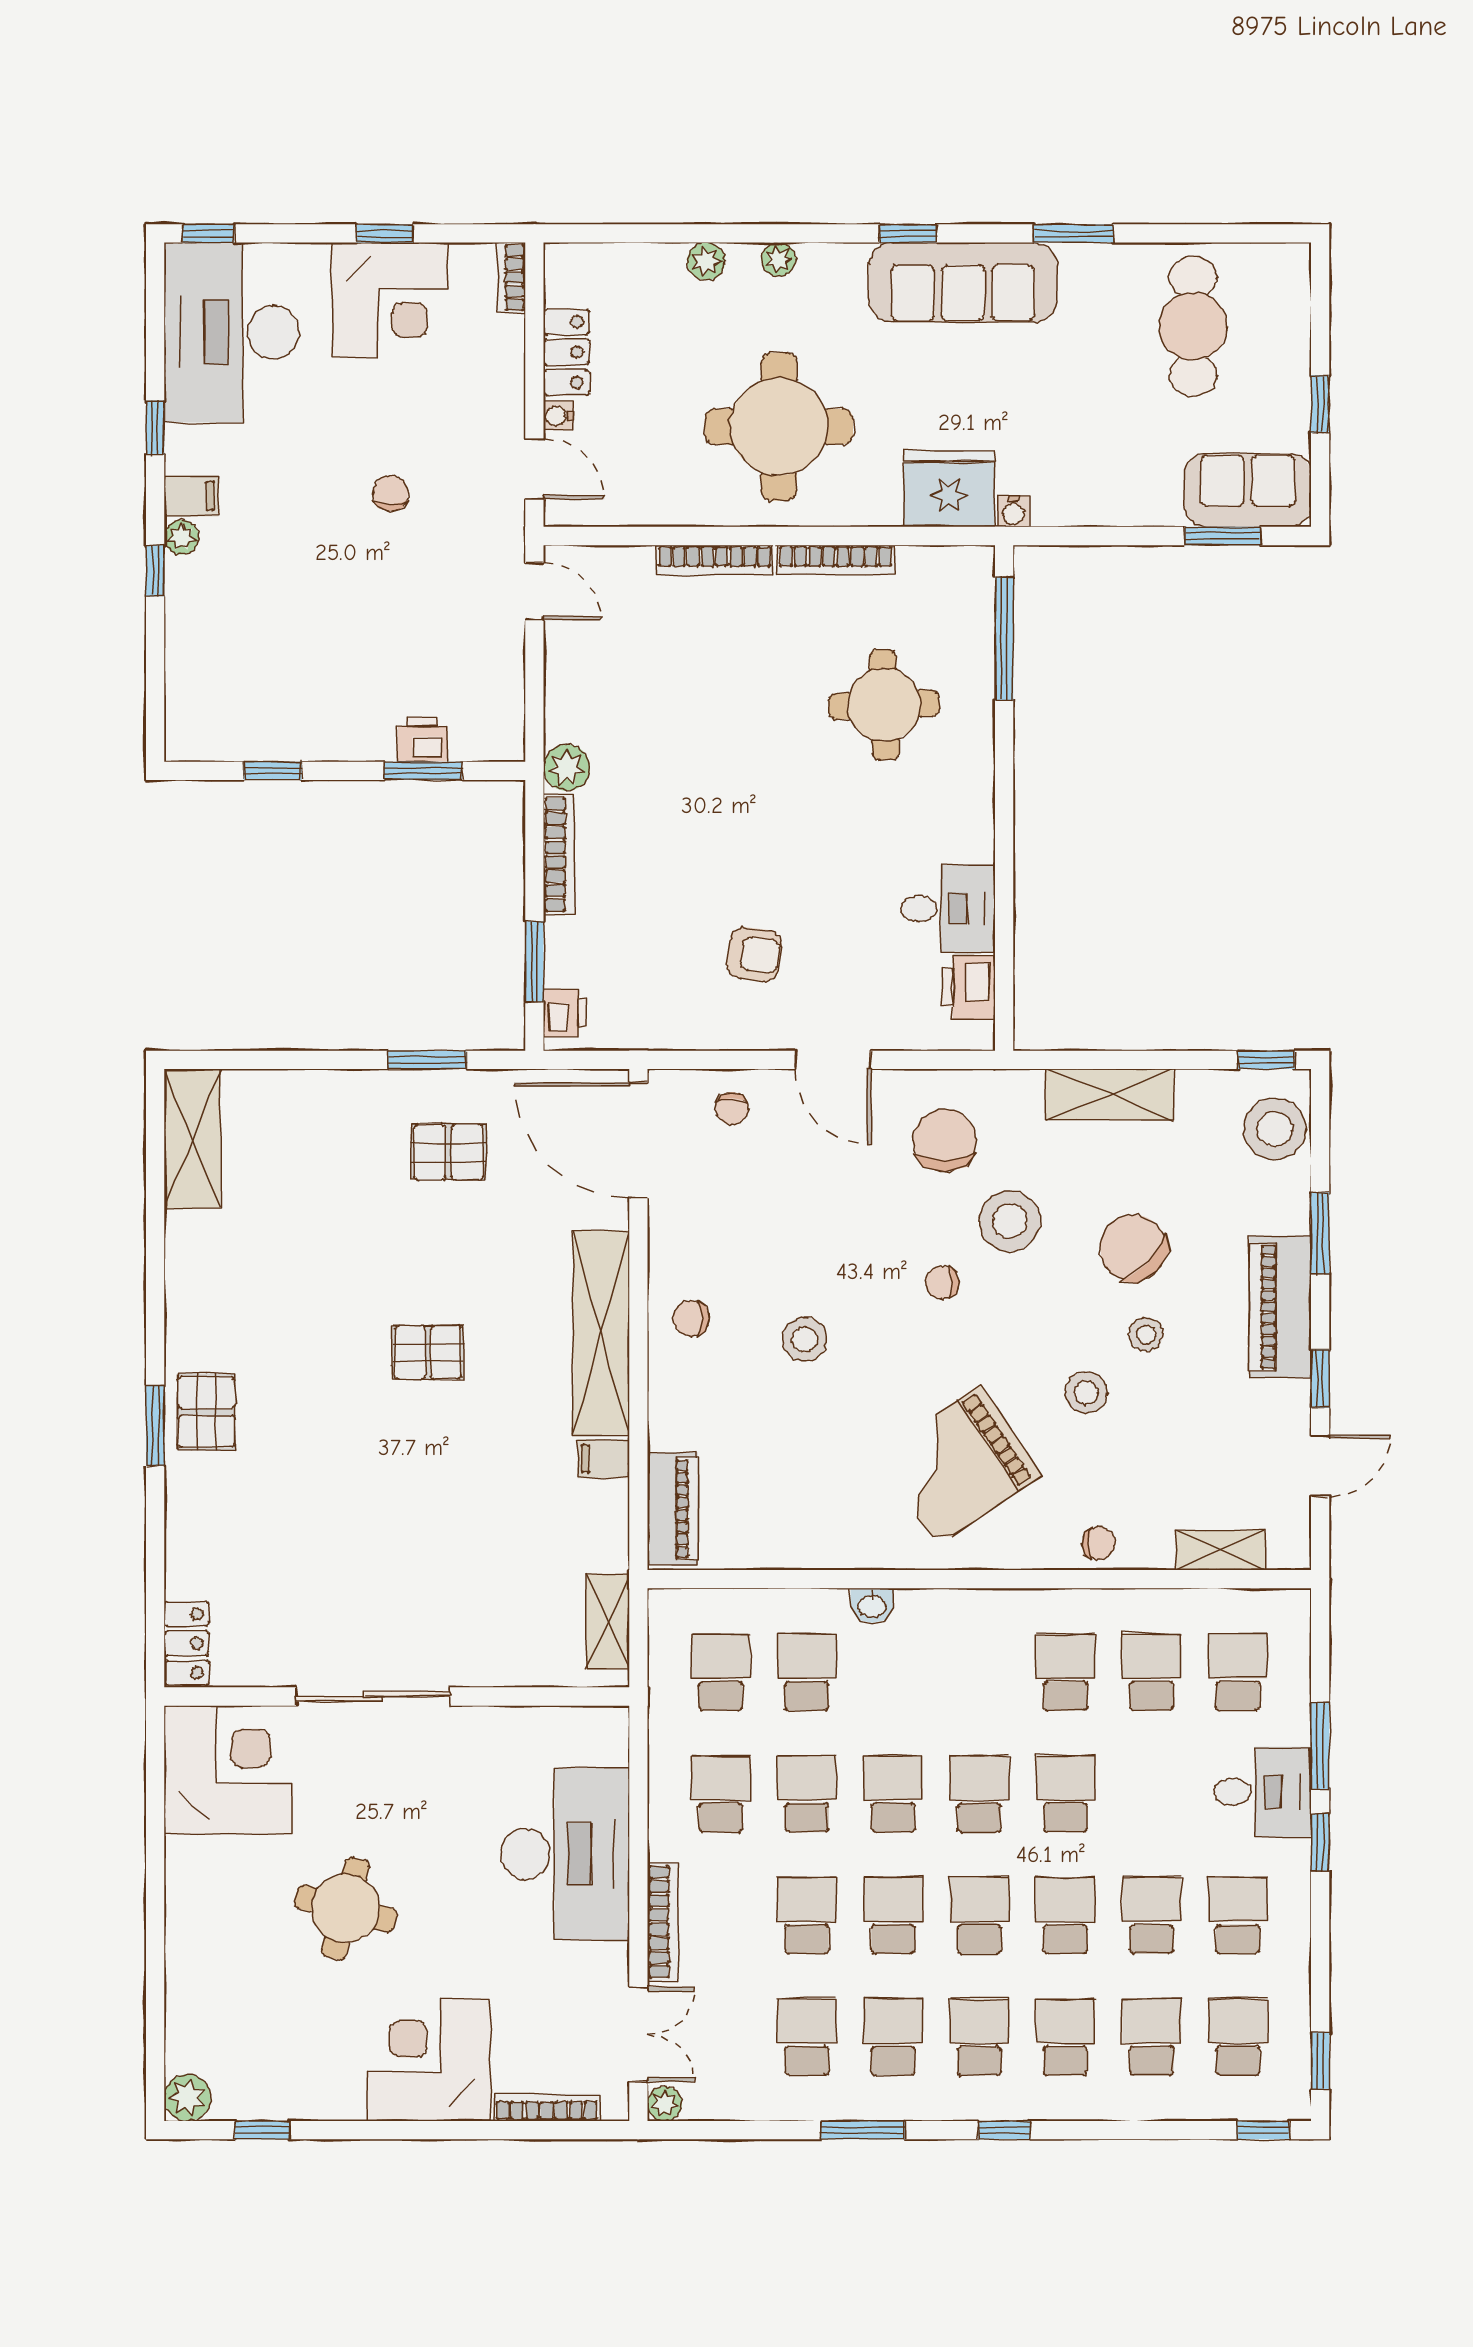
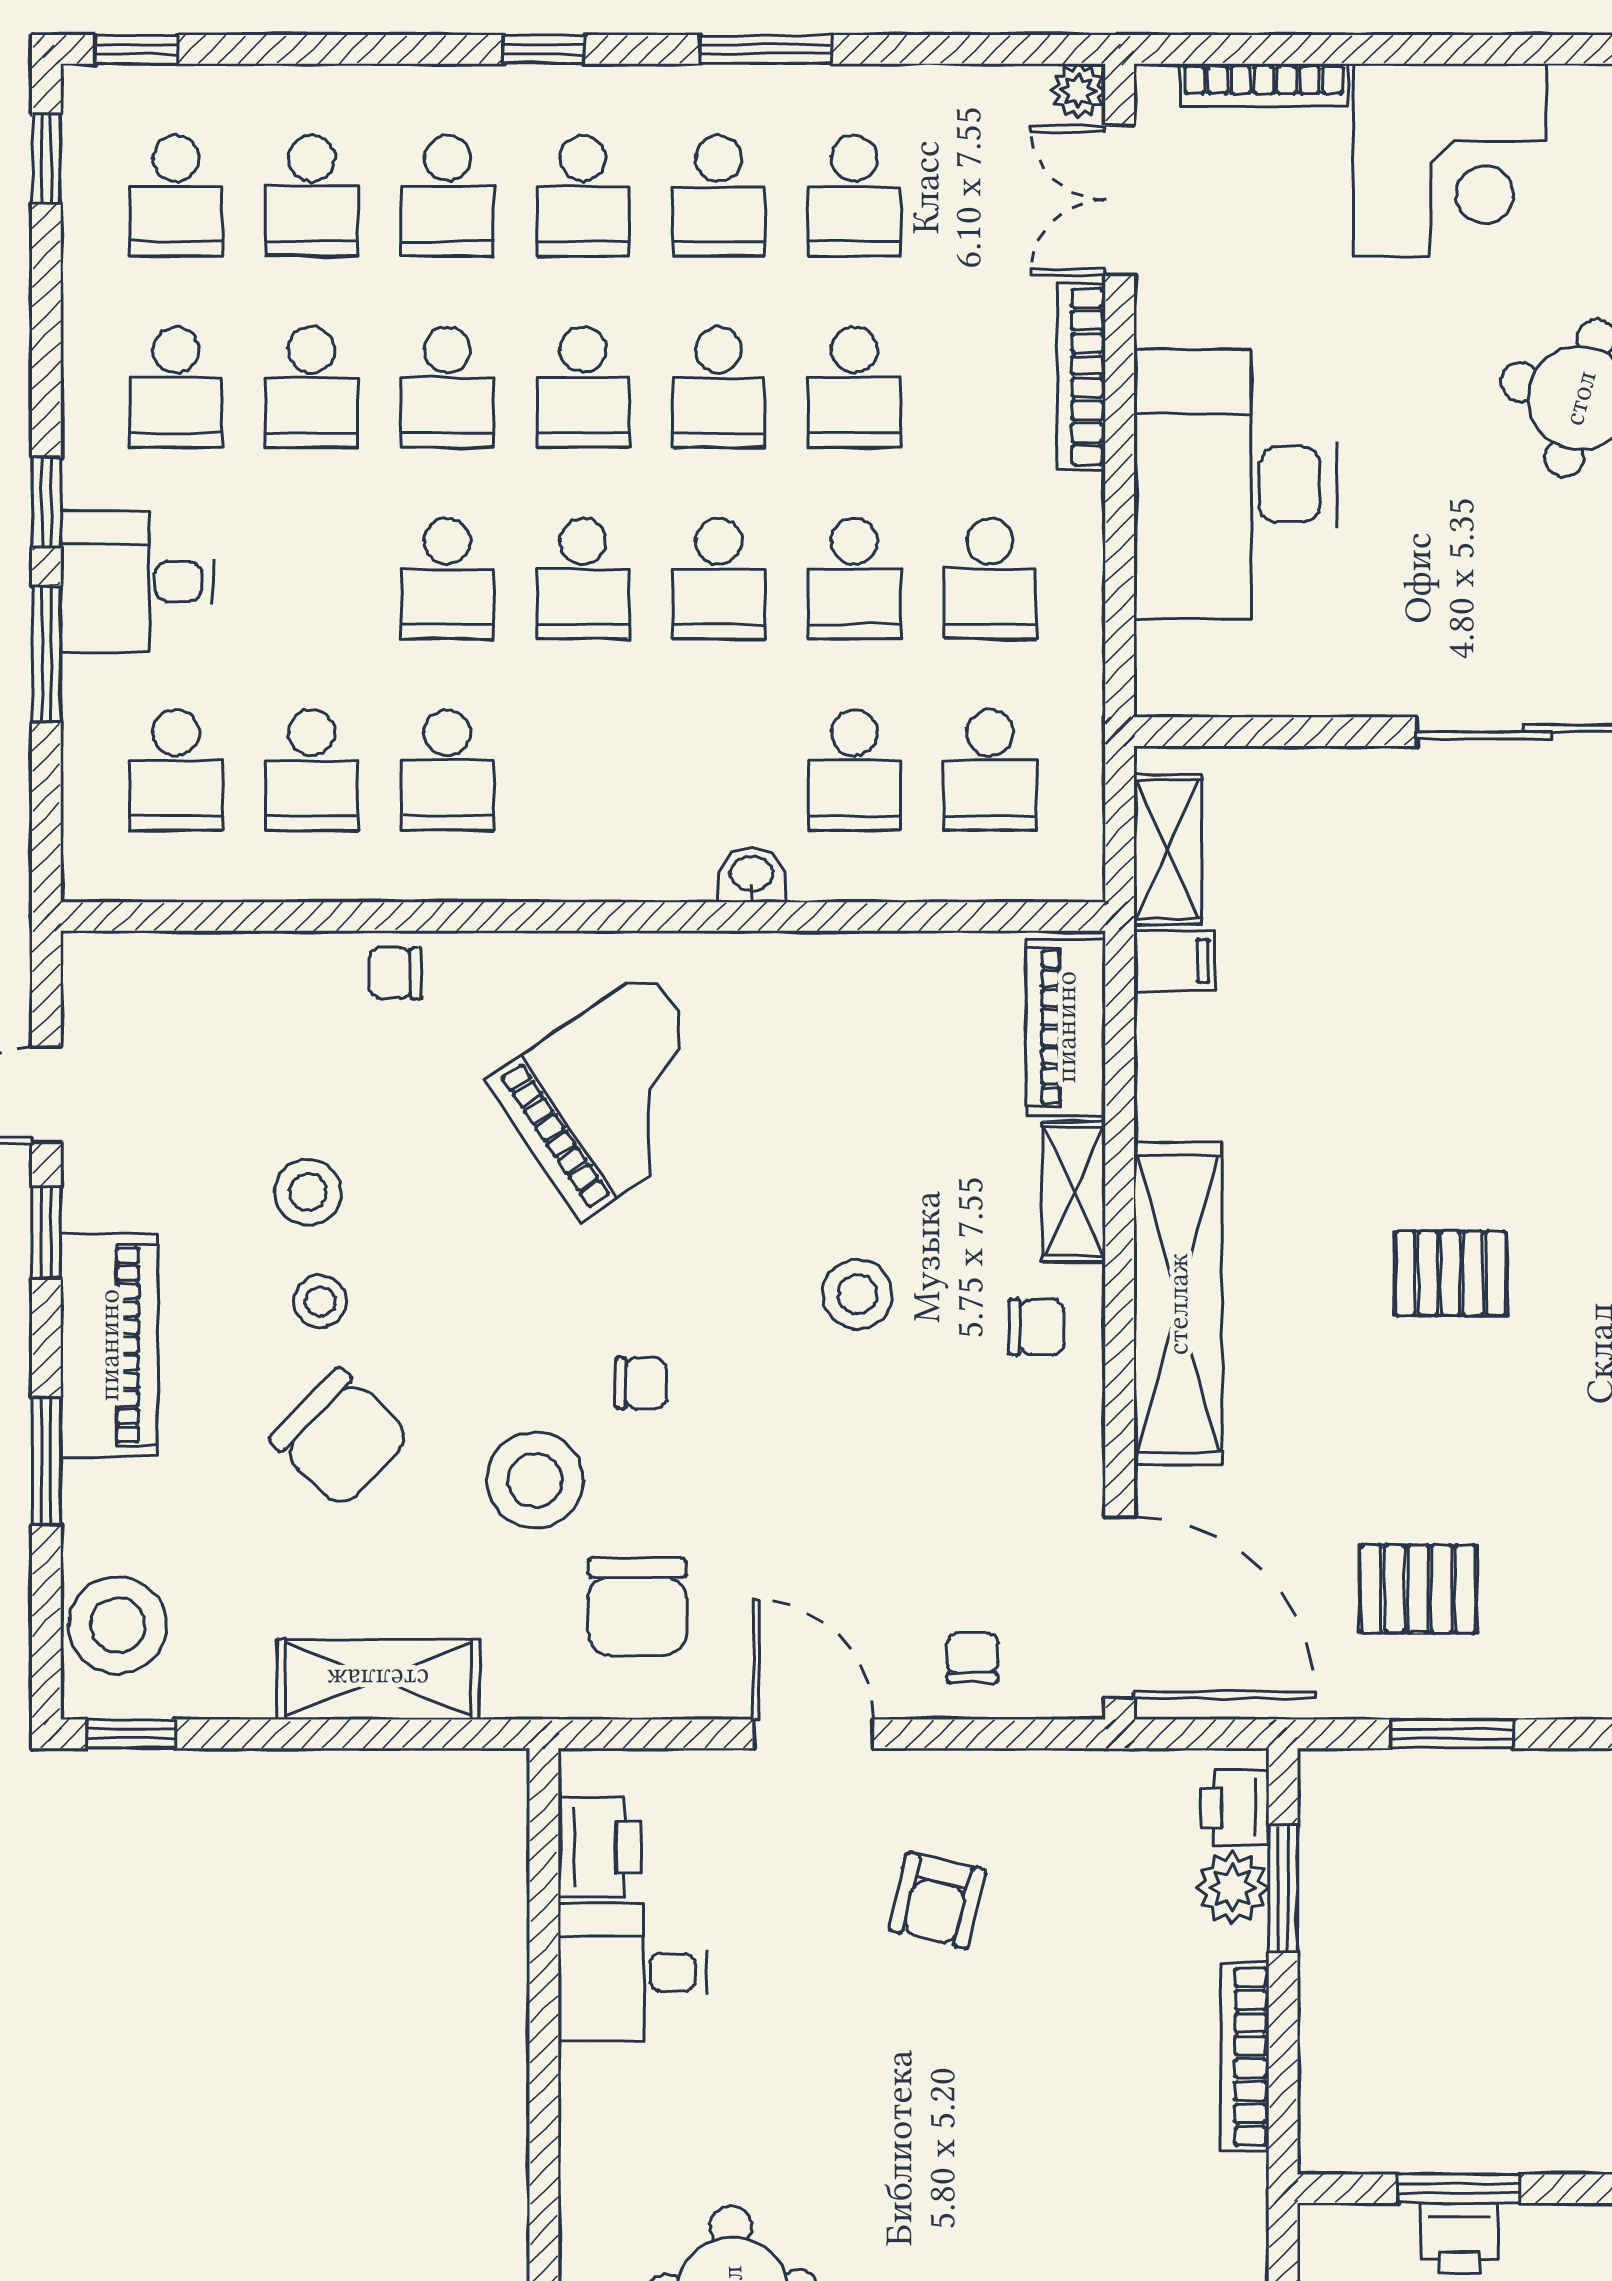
plant: (567, 768) -> (1232, 1887), moved
armchair: (754, 954) -> (937, 1900), turned -84
stool: (1086, 1393) -> (308, 1192), moved
filing cabinet: (603, 1459) -> (1174, 961), moved
shelving: (1220, 1550) -> (1074, 1192), moved, turned 90

